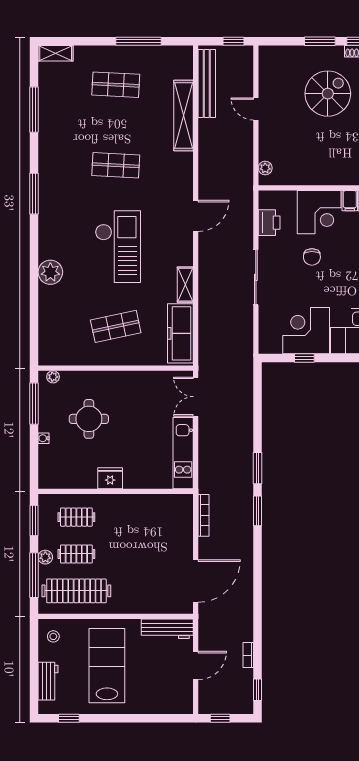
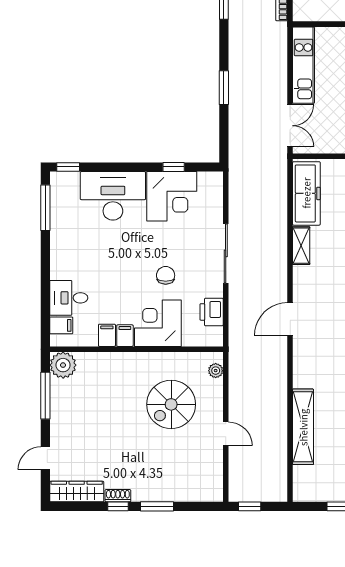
bench: (207, 84) -> (278, 461), removed
spiral stairs: (328, 94) -> (171, 404), moved
window: (257, 468) -> (224, 88), moved

